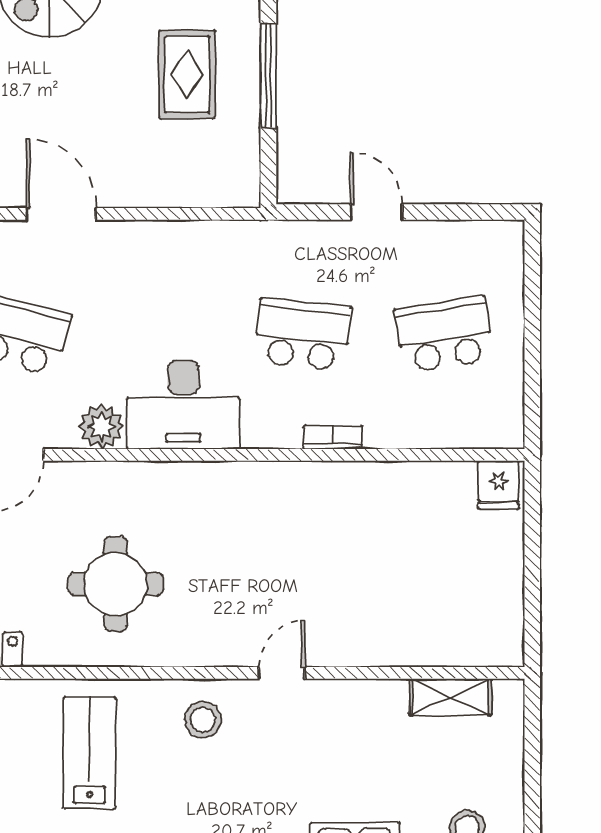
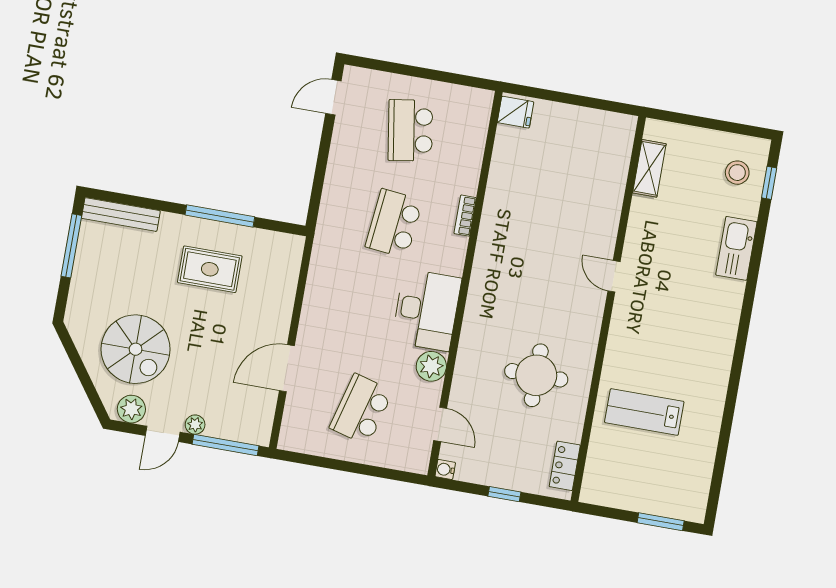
door: (377, 212) -> (333, 97), moved
stool: (203, 720) -> (636, 334), removed

